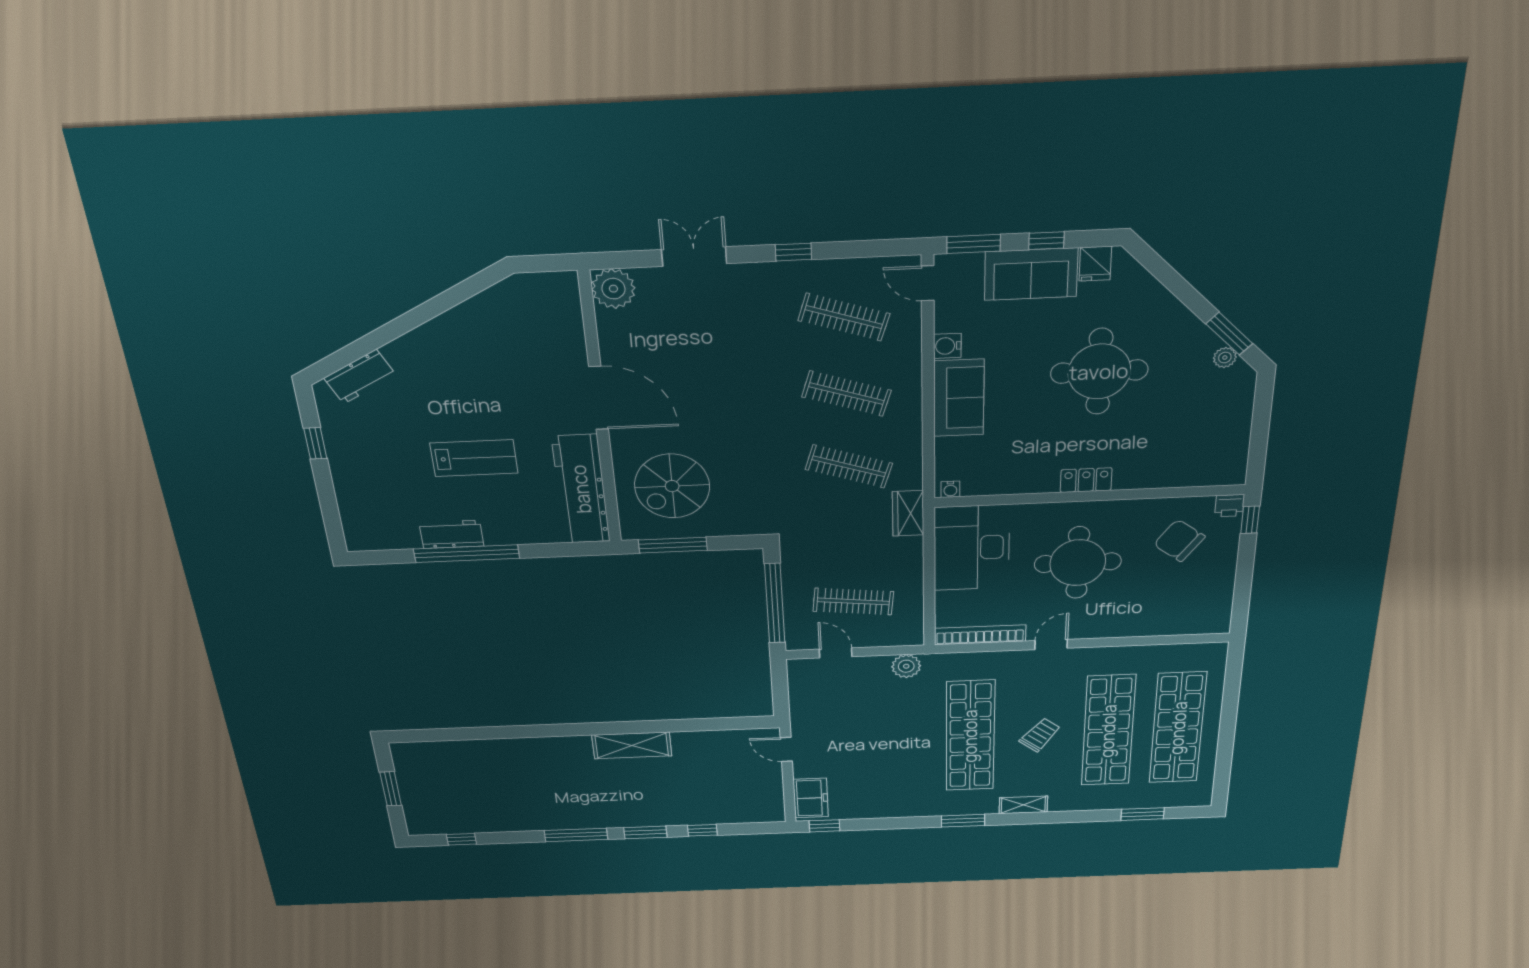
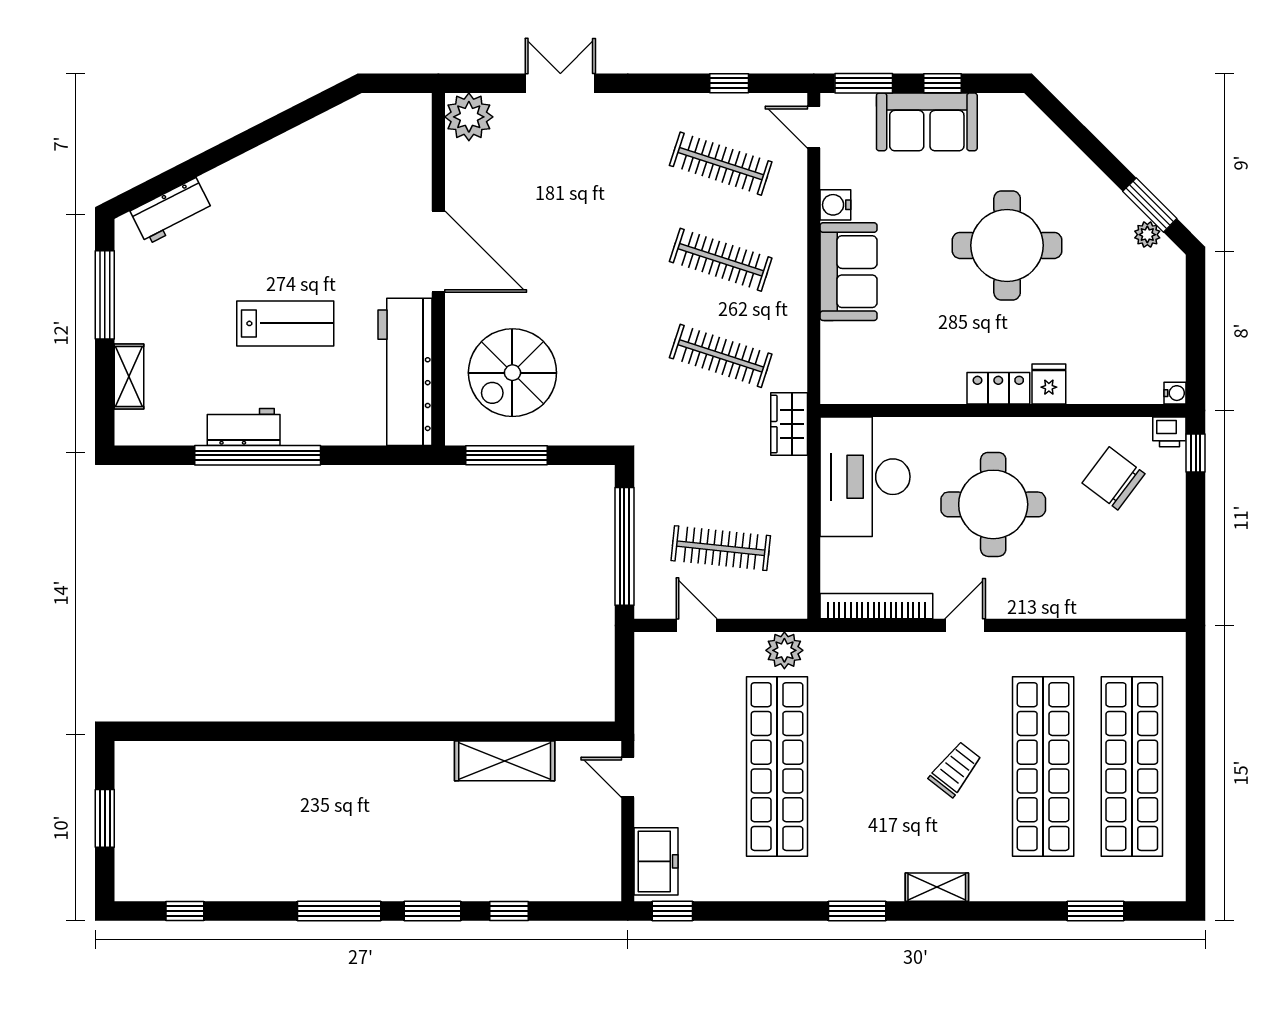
window: (793, 252) -> (729, 83), moved
fridge: (1095, 264) -> (1049, 384), moved, turned 180
window: (315, 443) -> (105, 295), width x2.17
water cooler: (950, 489) -> (1175, 393), moved, turned -90
shelving: (349, 502) -> (129, 377), added
shop shelf: (970, 736) -> (777, 767), moved
shelving: (632, 745) -> (505, 761), moved

